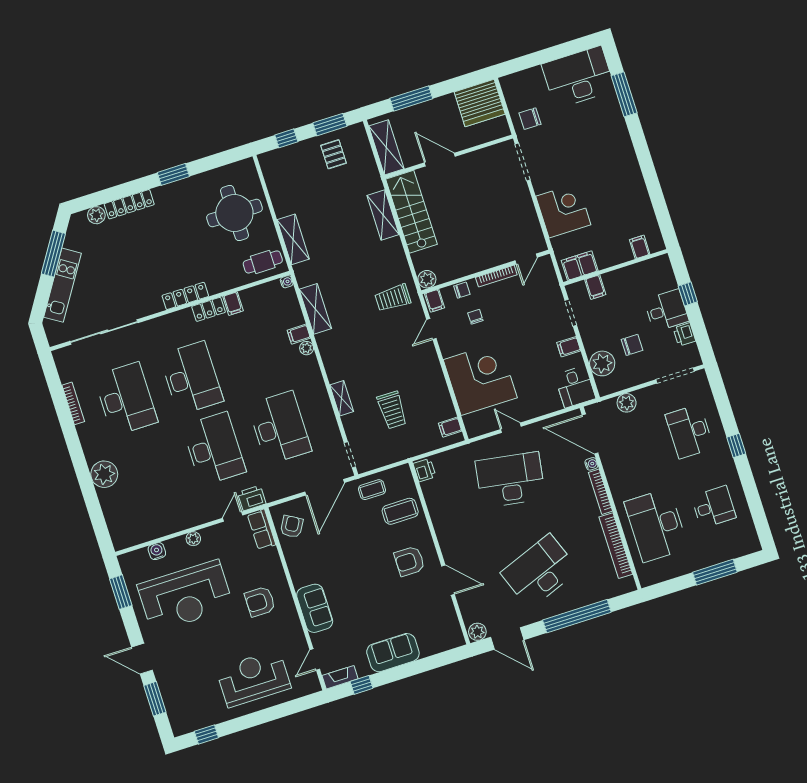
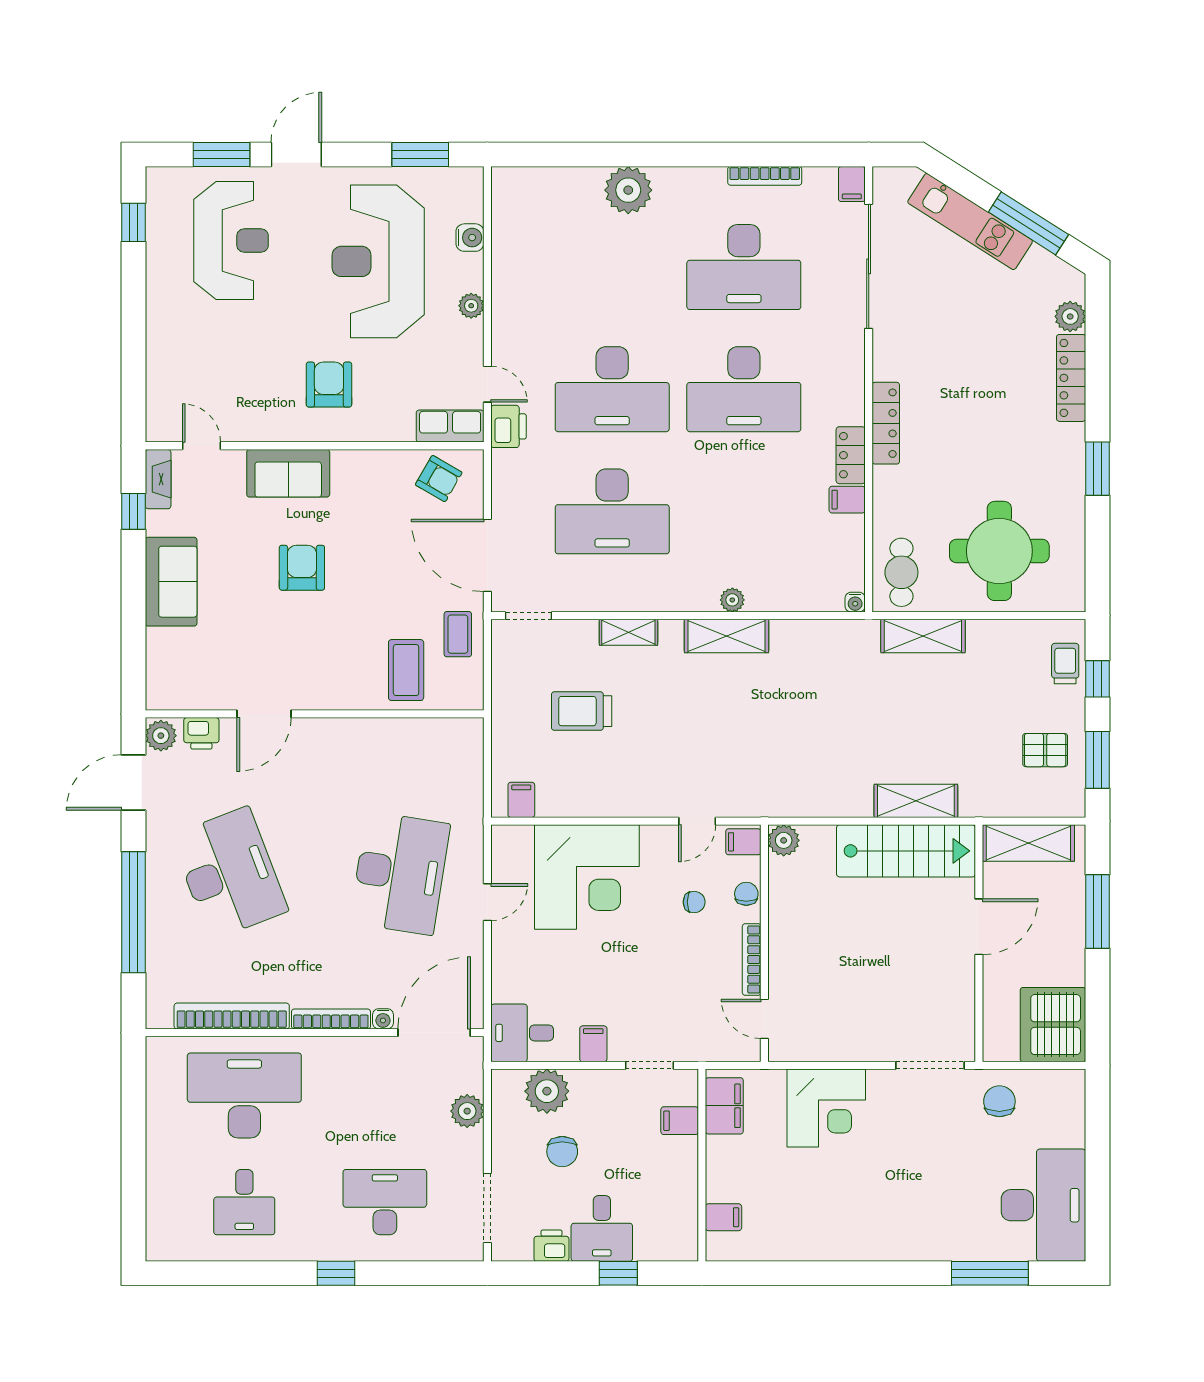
chair: (462, 290) -> (746, 894), turned 180
trolley: (393, 298) -> (1065, 664), moved, width x0.73, depth x0.72
shelving: (315, 309) -> (726, 636), moved
door: (431, 329) -> (697, 821), swing flipped
filing cabinet: (299, 334) -> (852, 184), moved, turned 180
printer: (424, 470) -> (201, 733), moved
armchair: (409, 561) -> (302, 568), moved
window: (715, 572) -> (133, 1169), removed
reception desk: (253, 678) -> (231, 240), moved

